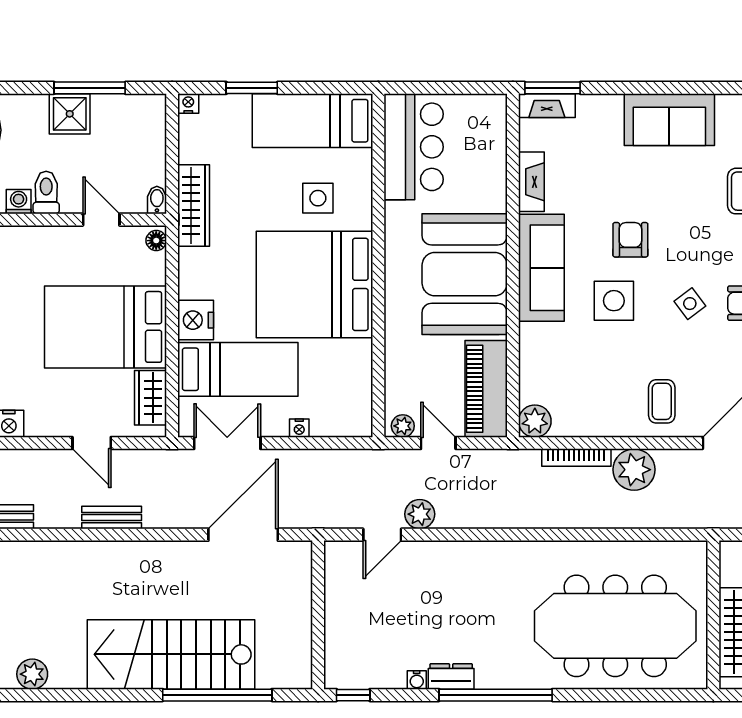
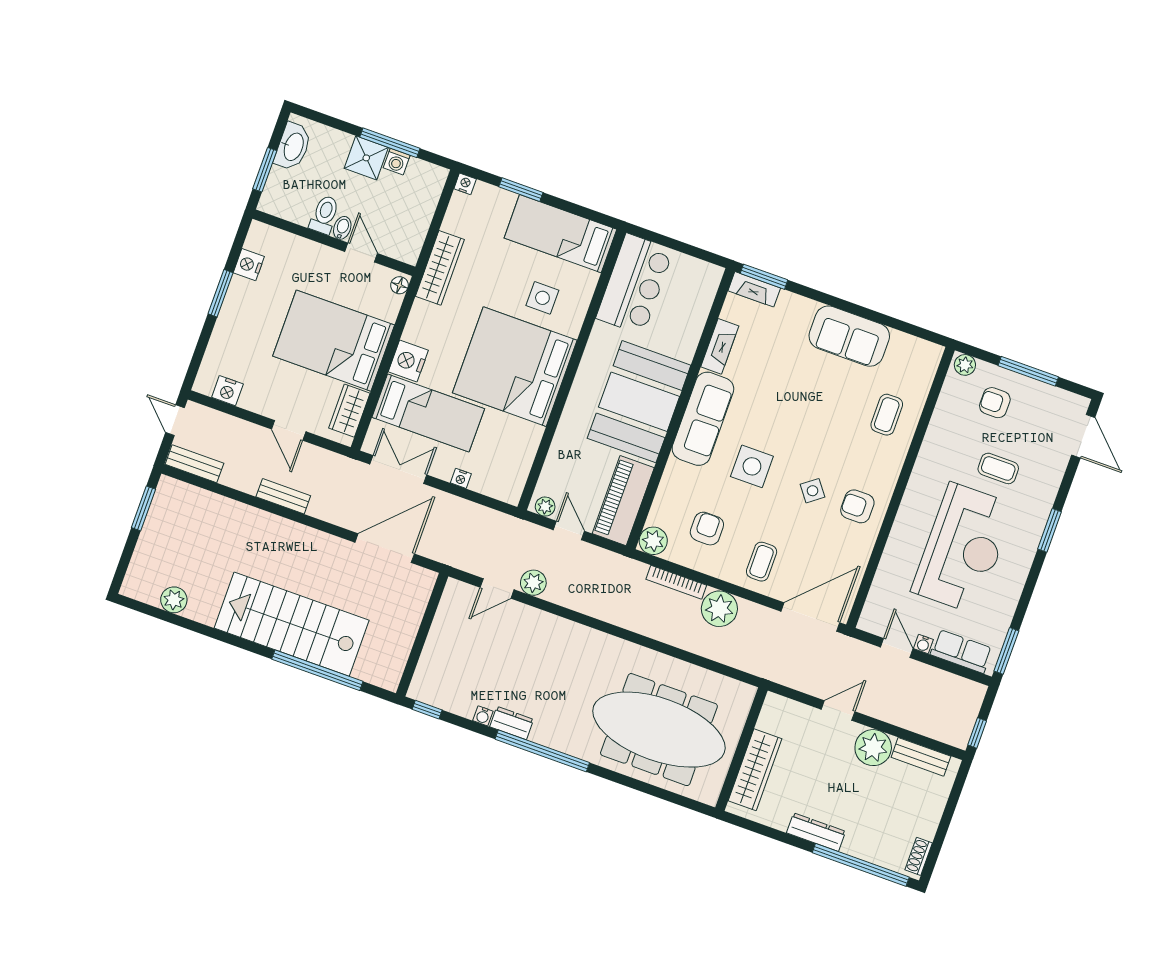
bidet: (157, 200) -> (342, 228), moved
washing machine: (19, 202) -> (397, 162), moved, turned 180
armchair: (630, 240) -> (707, 529), moved

